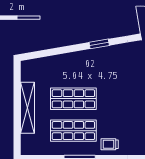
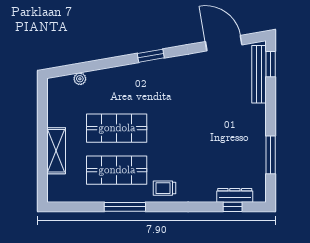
plant: (46, 61) -> (80, 79), added
shelving: (27, 108) -> (56, 151), width x0.68

